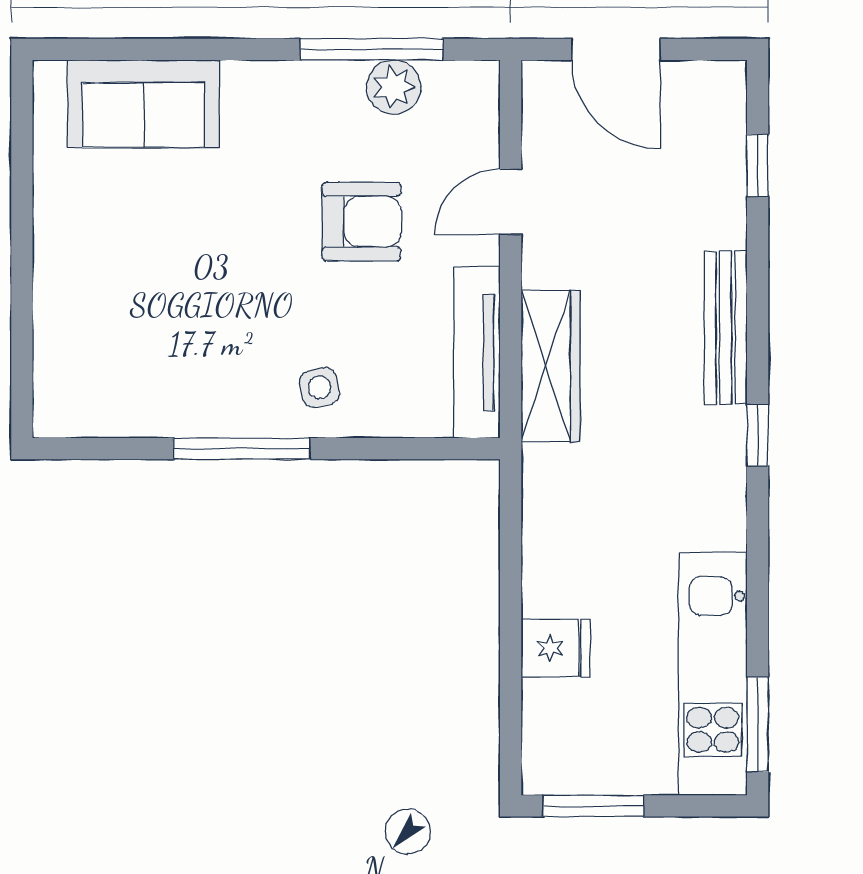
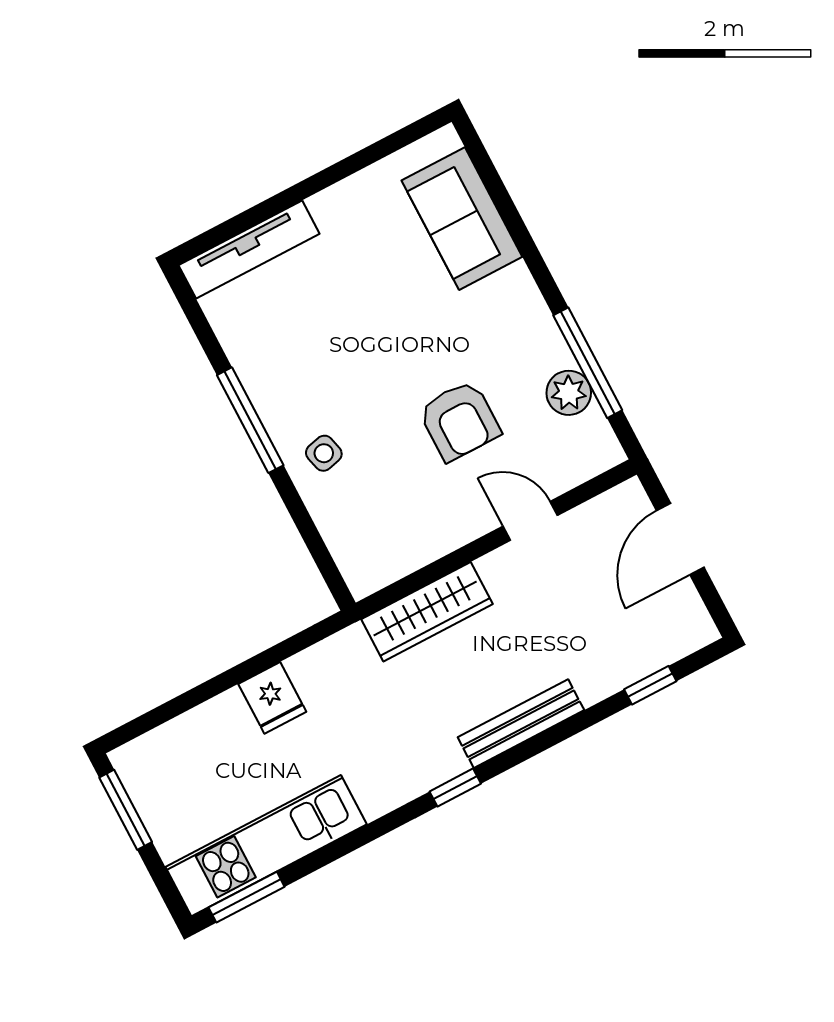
tv unit: (477, 353) -> (249, 249), moved, turned 180
fridge: (556, 648) -> (272, 698), moved

